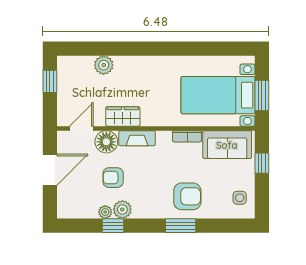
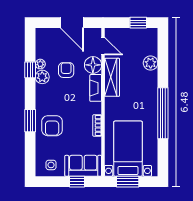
window: (171, 49) -> (163, 113), added
wardrobe: (123, 116) -> (112, 77), width x1.50
sofa: (227, 145) -> (83, 166), moved, turned 90

